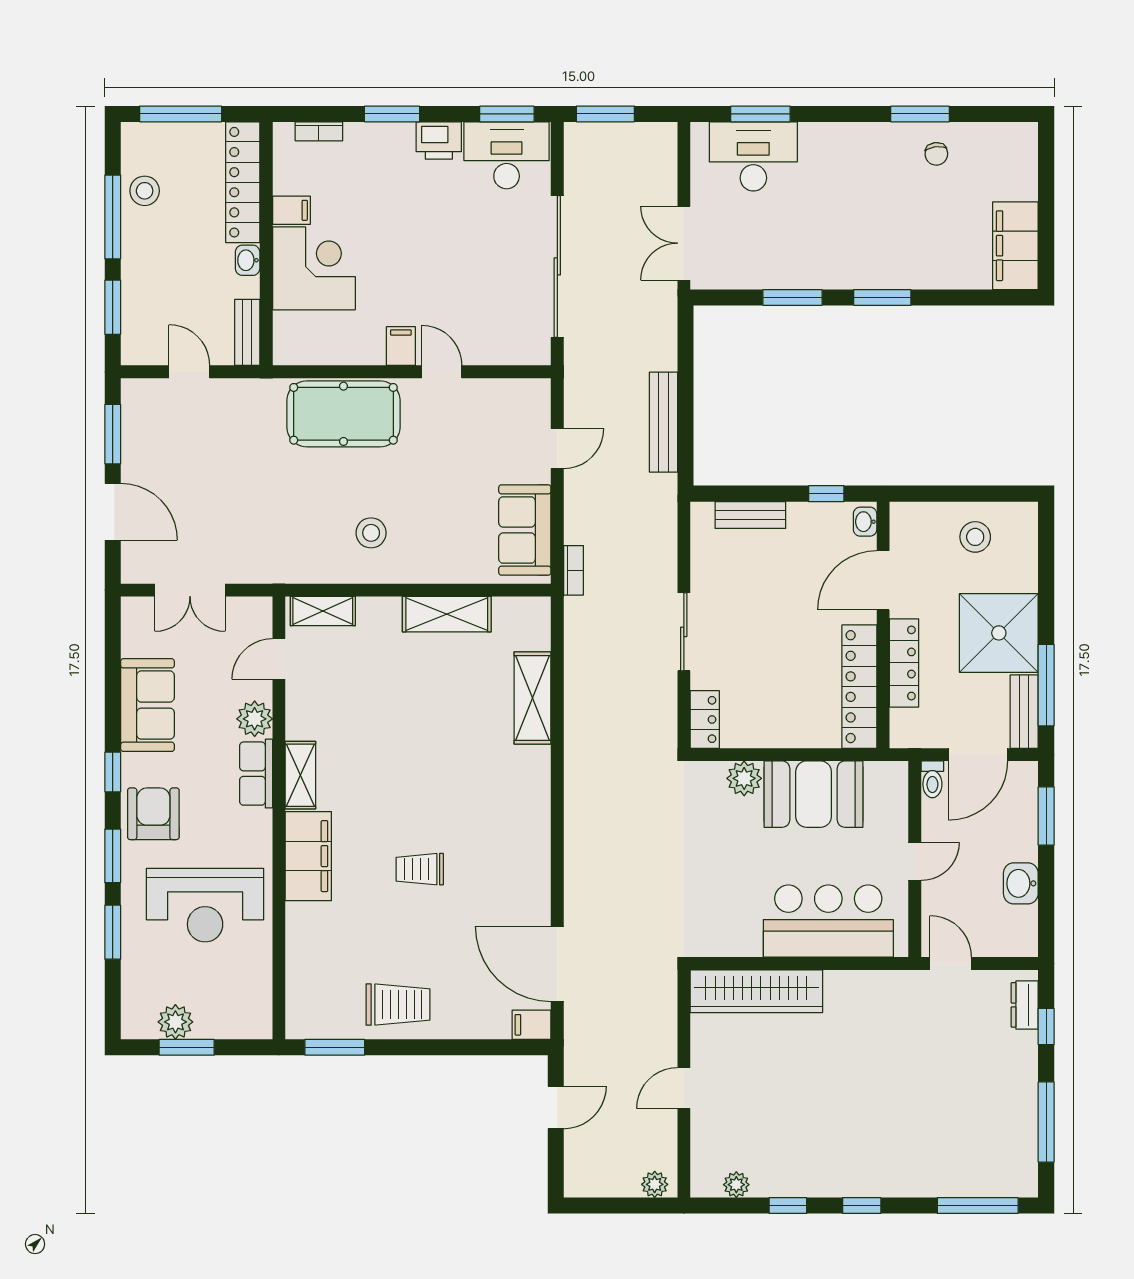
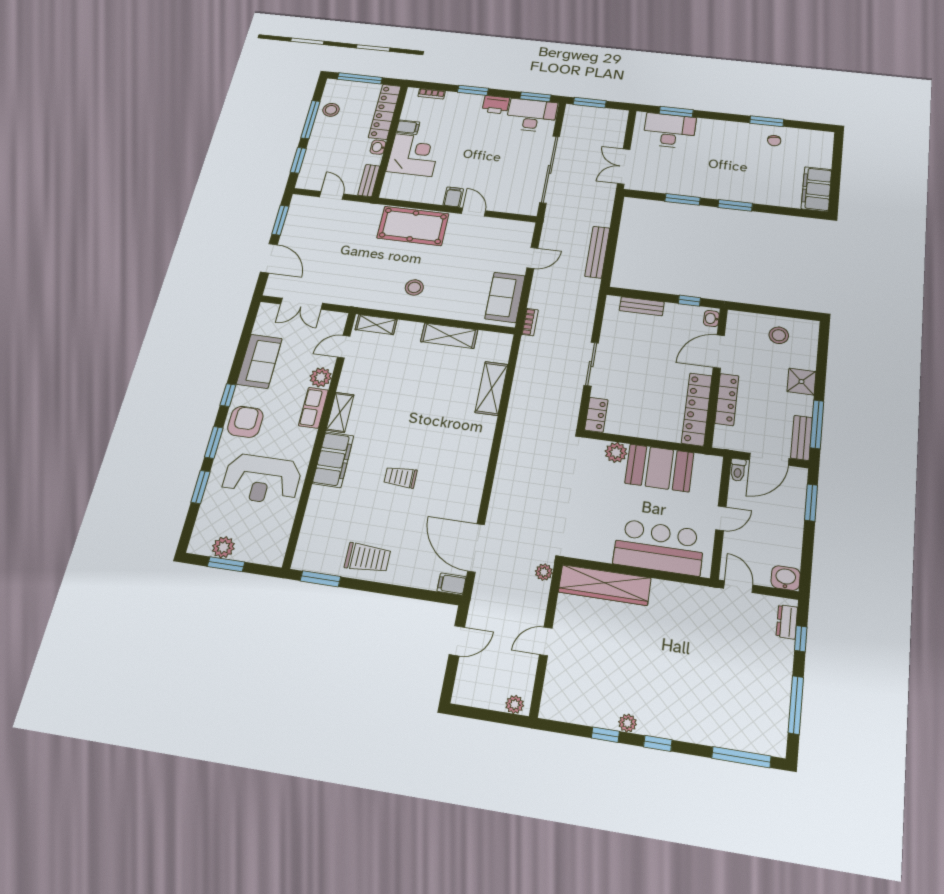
shower: (999, 633) -> (801, 382), width x0.54, depth x0.54
washbasin: (1021, 883) -> (786, 578), moved, turned 90
plant: (664, 986) -> (544, 572), added
plant: (736, 1185) -> (628, 723), moved

